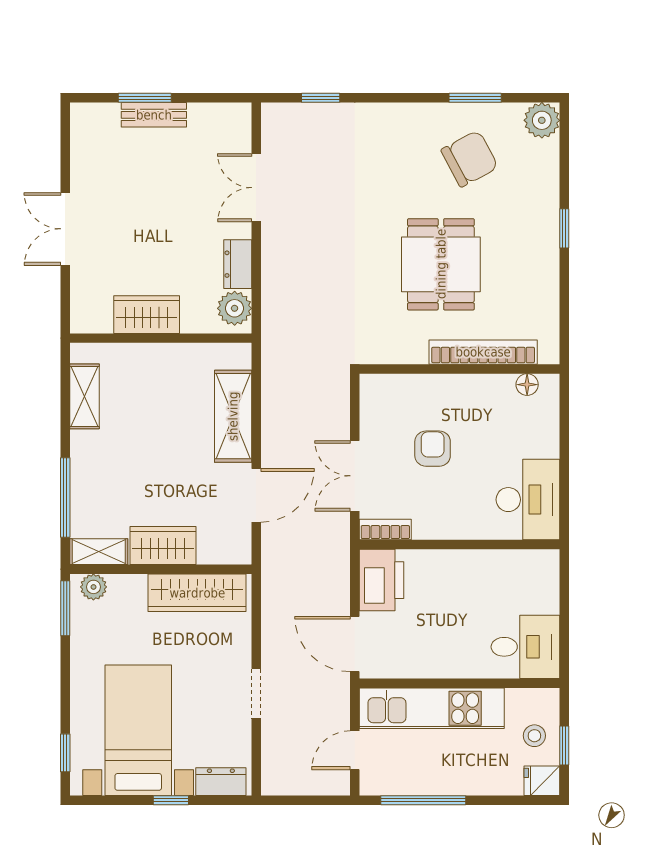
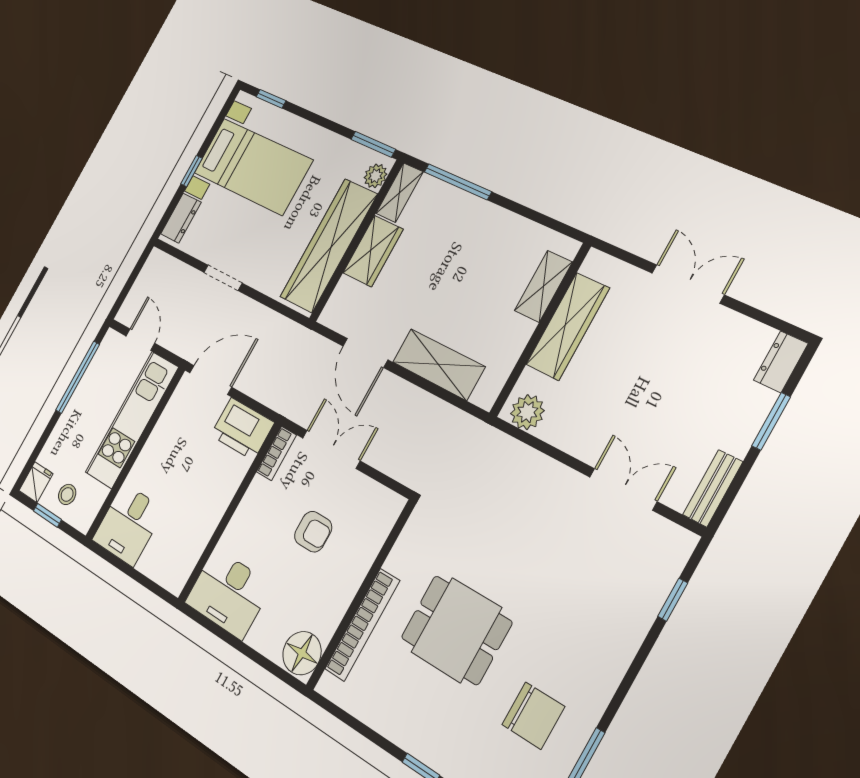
bench: (154, 115) -> (713, 488), moved
chair: (470, 159) -> (533, 716), turned -62
dresser: (238, 264) -> (781, 362), moved, turned -90
wardrobe: (147, 315) -> (568, 326), width x1.50
floor lamp: (527, 385) -> (302, 653), width x1.89, depth x1.89
shelving: (84, 396) -> (543, 286), moved, turned 90
wardrobe: (197, 593) -> (329, 246), width x1.40, depth x1.17

